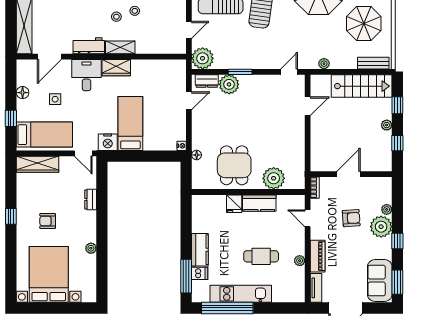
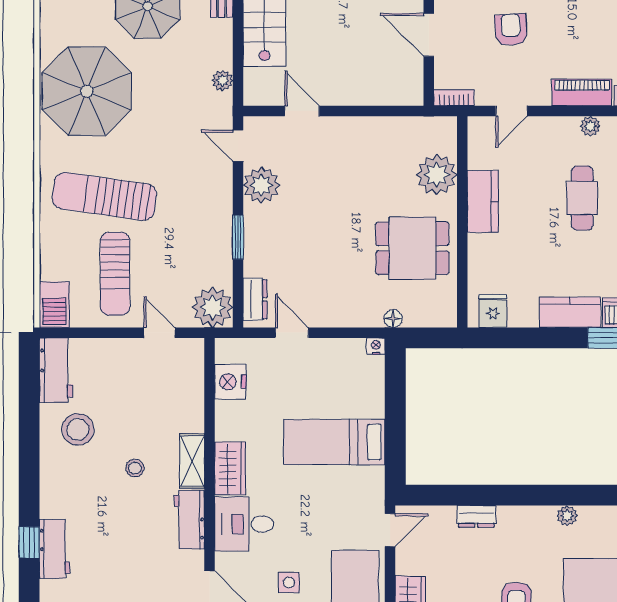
stool: (135, 11) -> (124, 434), removed
plant: (229, 84) -> (261, 185), moved
nightstand: (108, 142) -> (230, 382), moved, turned 180
fridge: (234, 204) -> (493, 311), moved, turned -90

